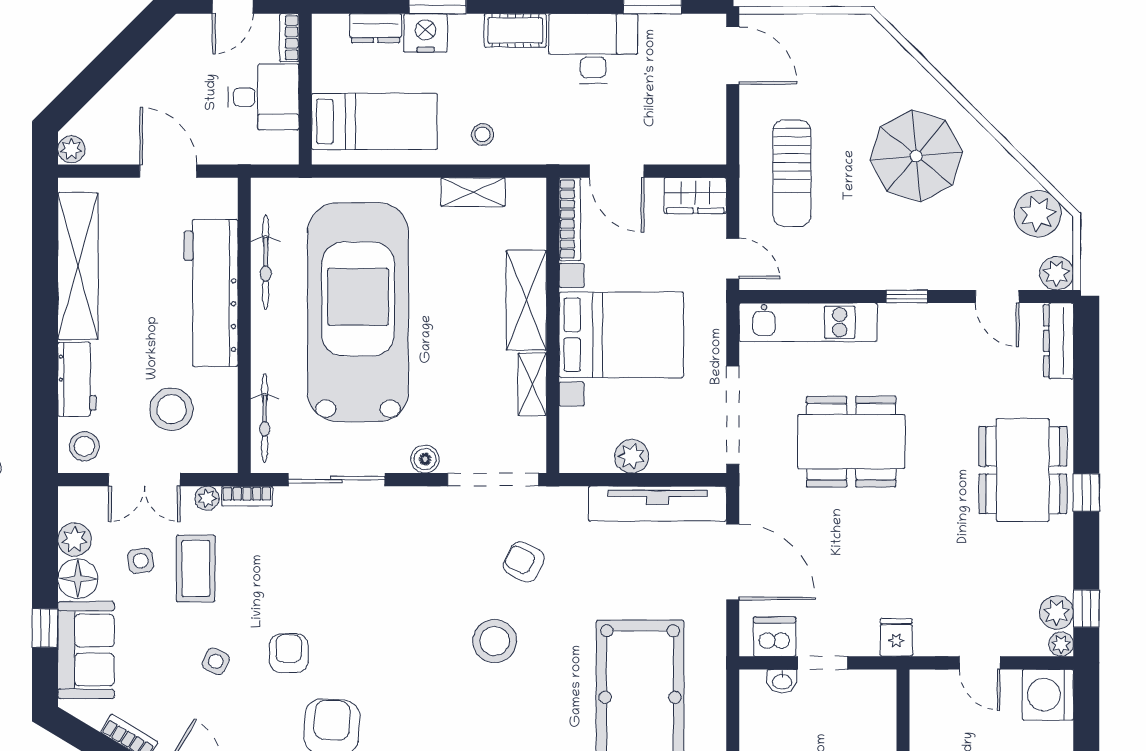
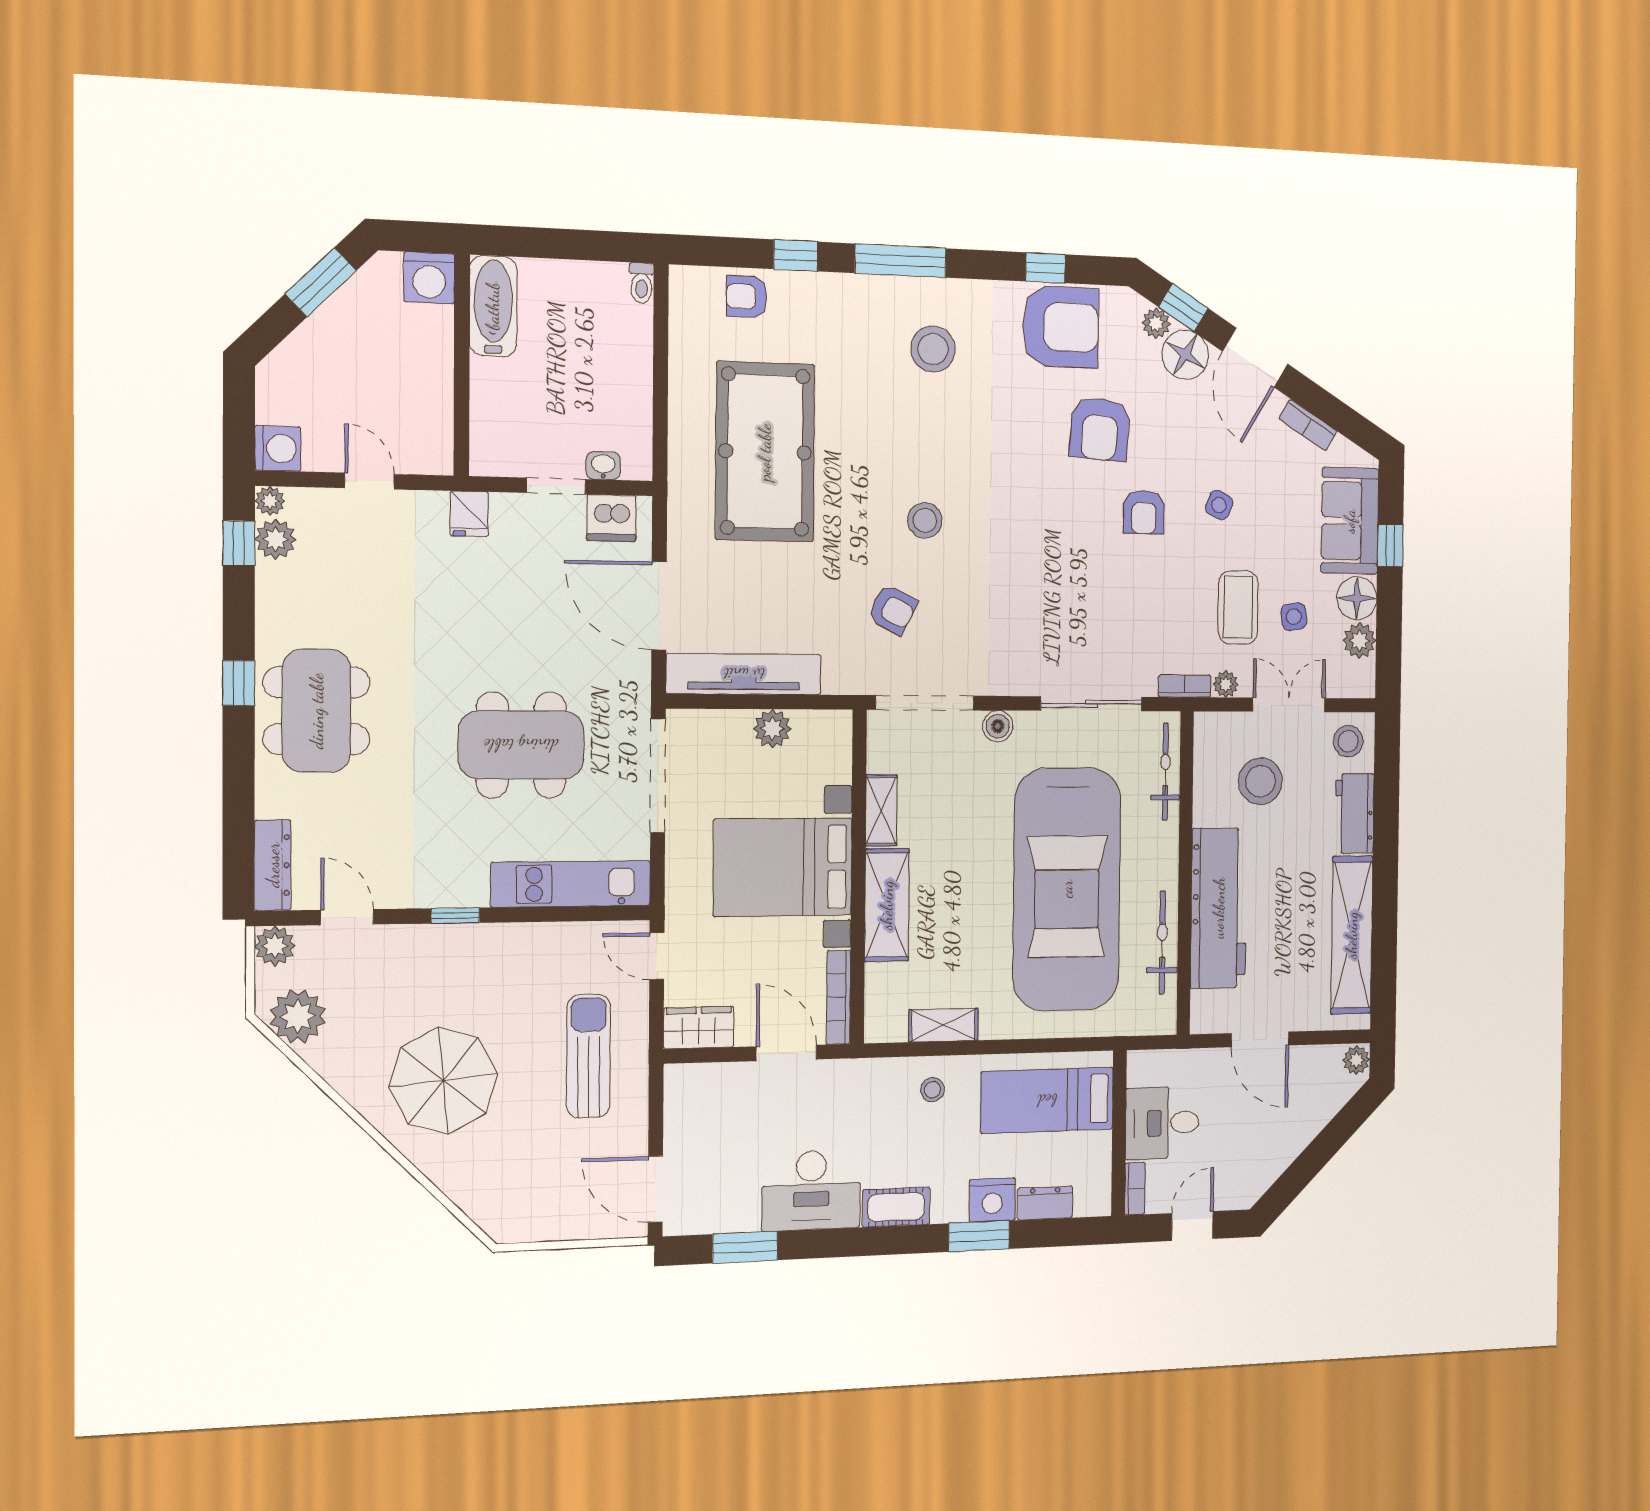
stool: (495, 641) -> (925, 520), width x0.73, depth x0.73
washing machine: (1048, 695) -> (278, 448), width x0.73, depth x0.73

